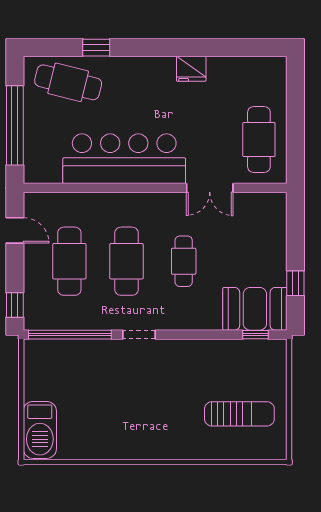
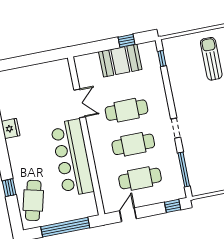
cafe table: (259, 139) -> (45, 80), removed
cafe table: (184, 261) -> (127, 110), width x1.37, depth x1.35
booth: (255, 309) -> (120, 61), moved, turned 90
window: (70, 335) -> (184, 169), width x0.68

